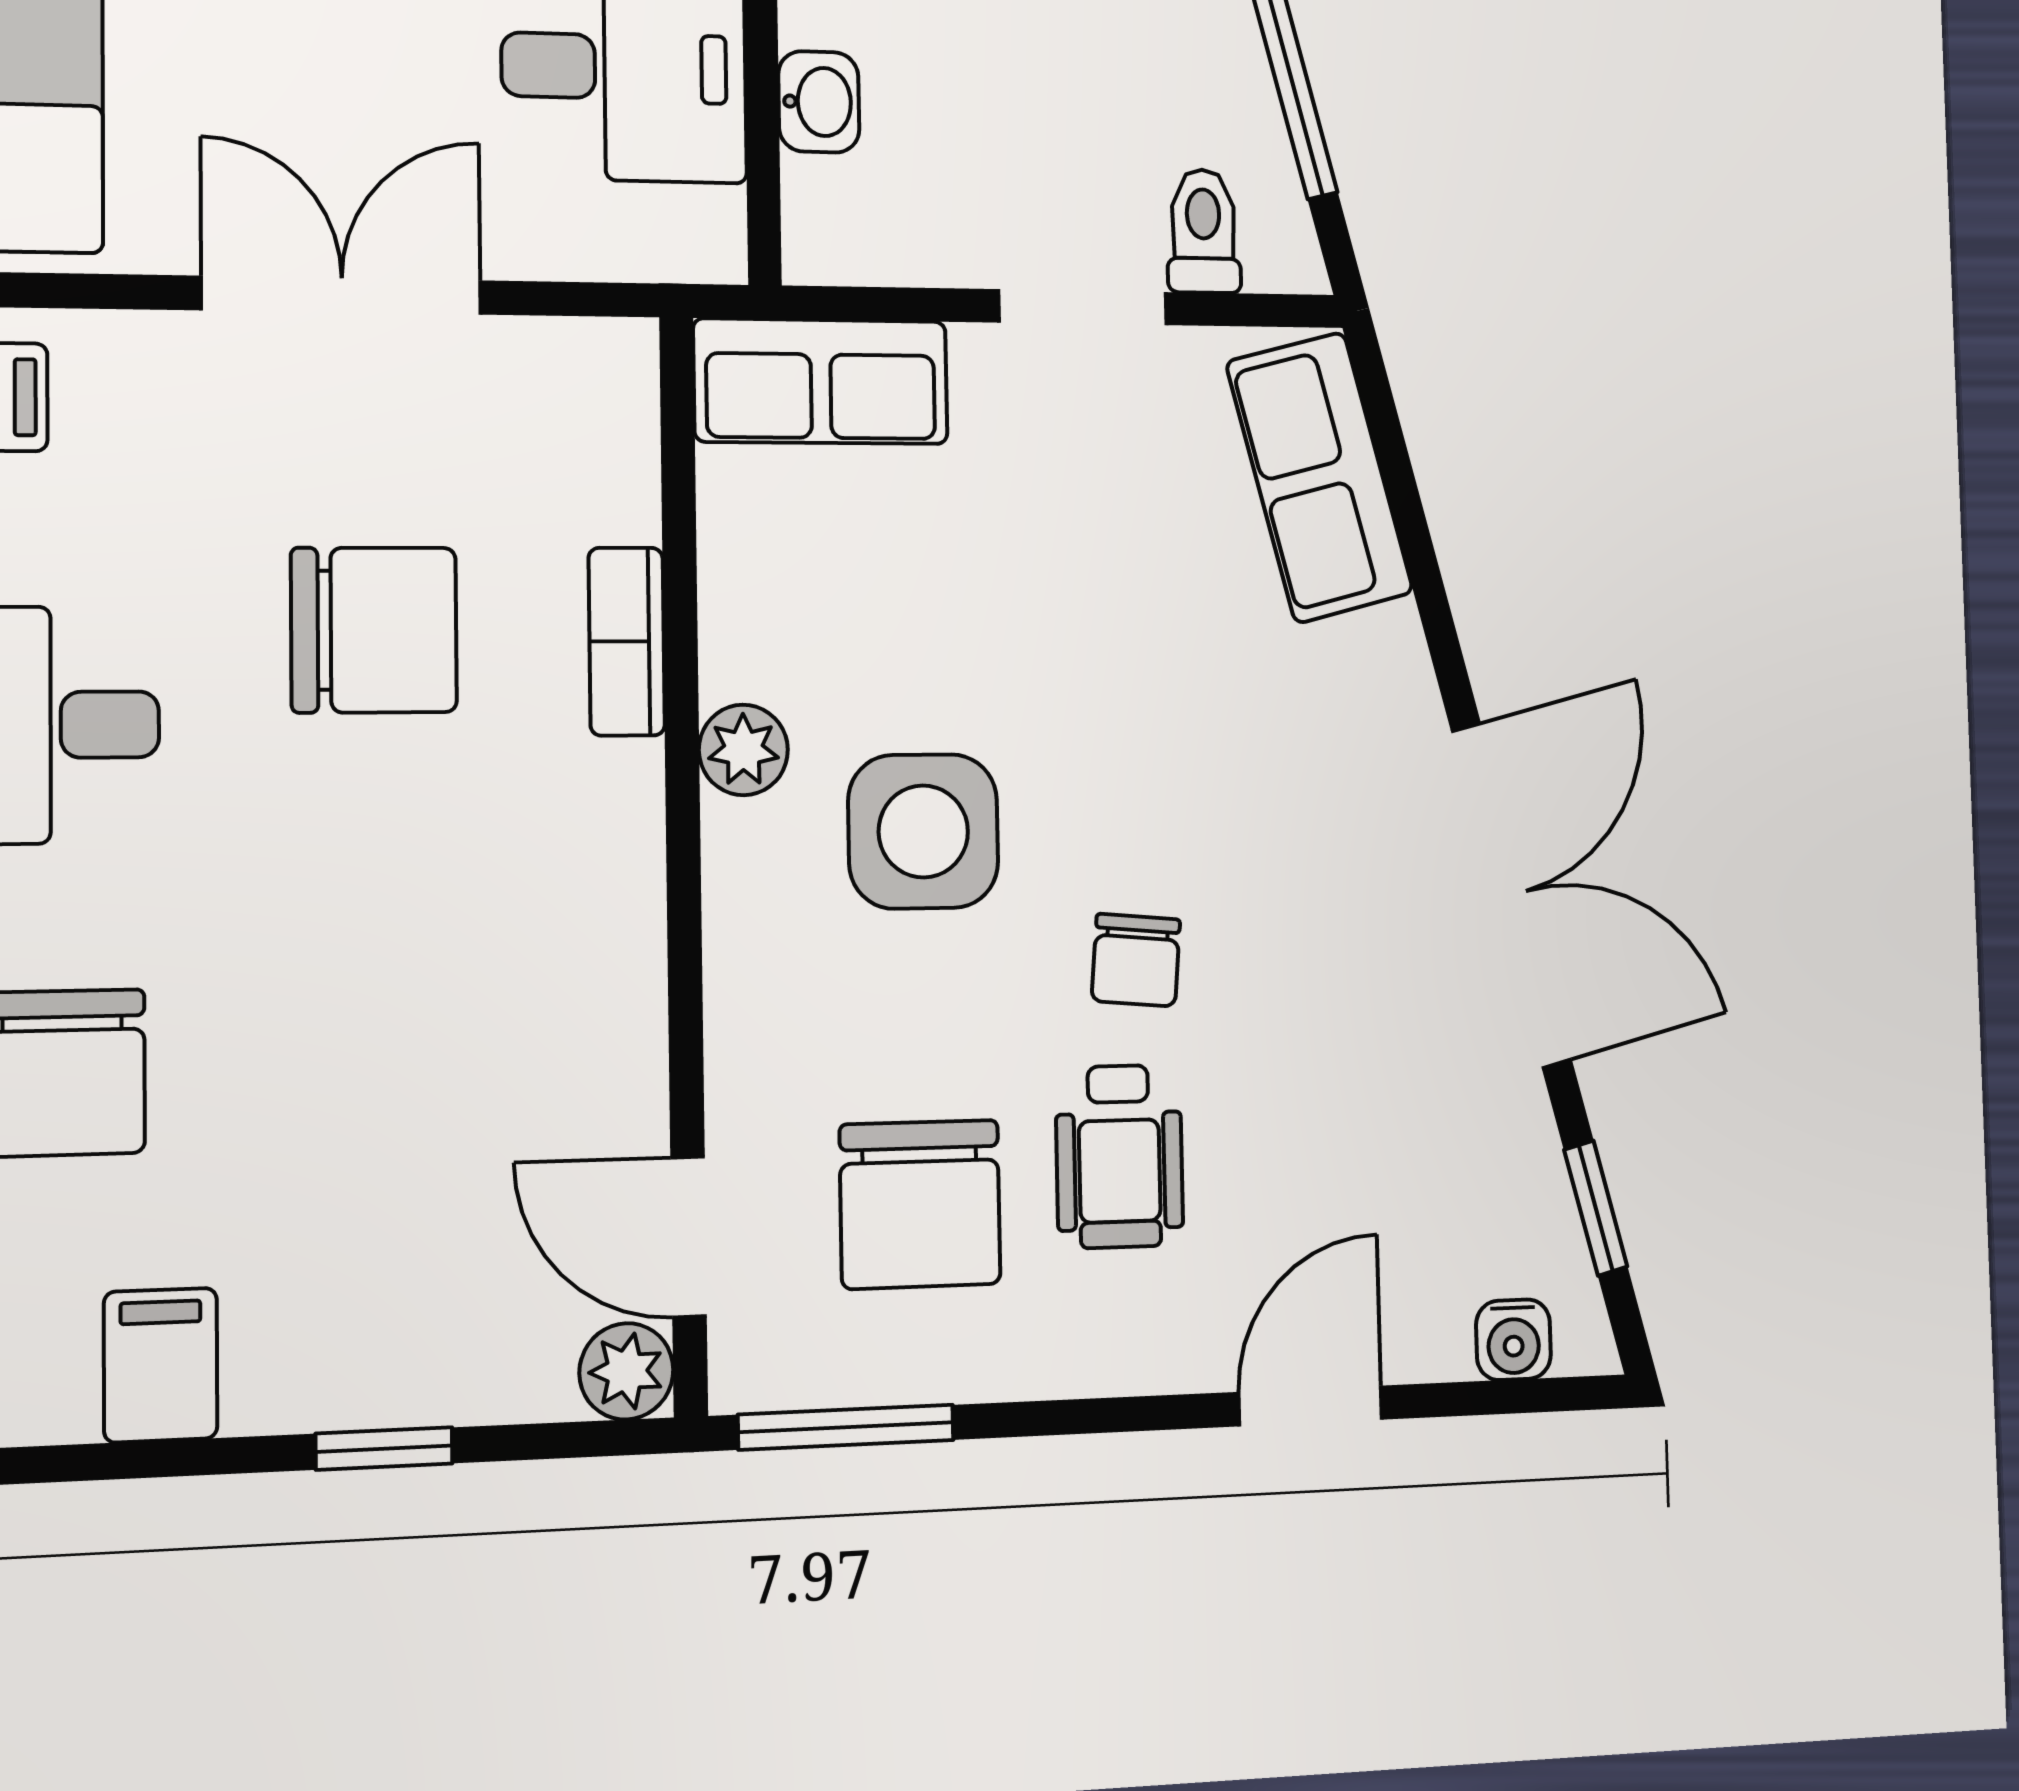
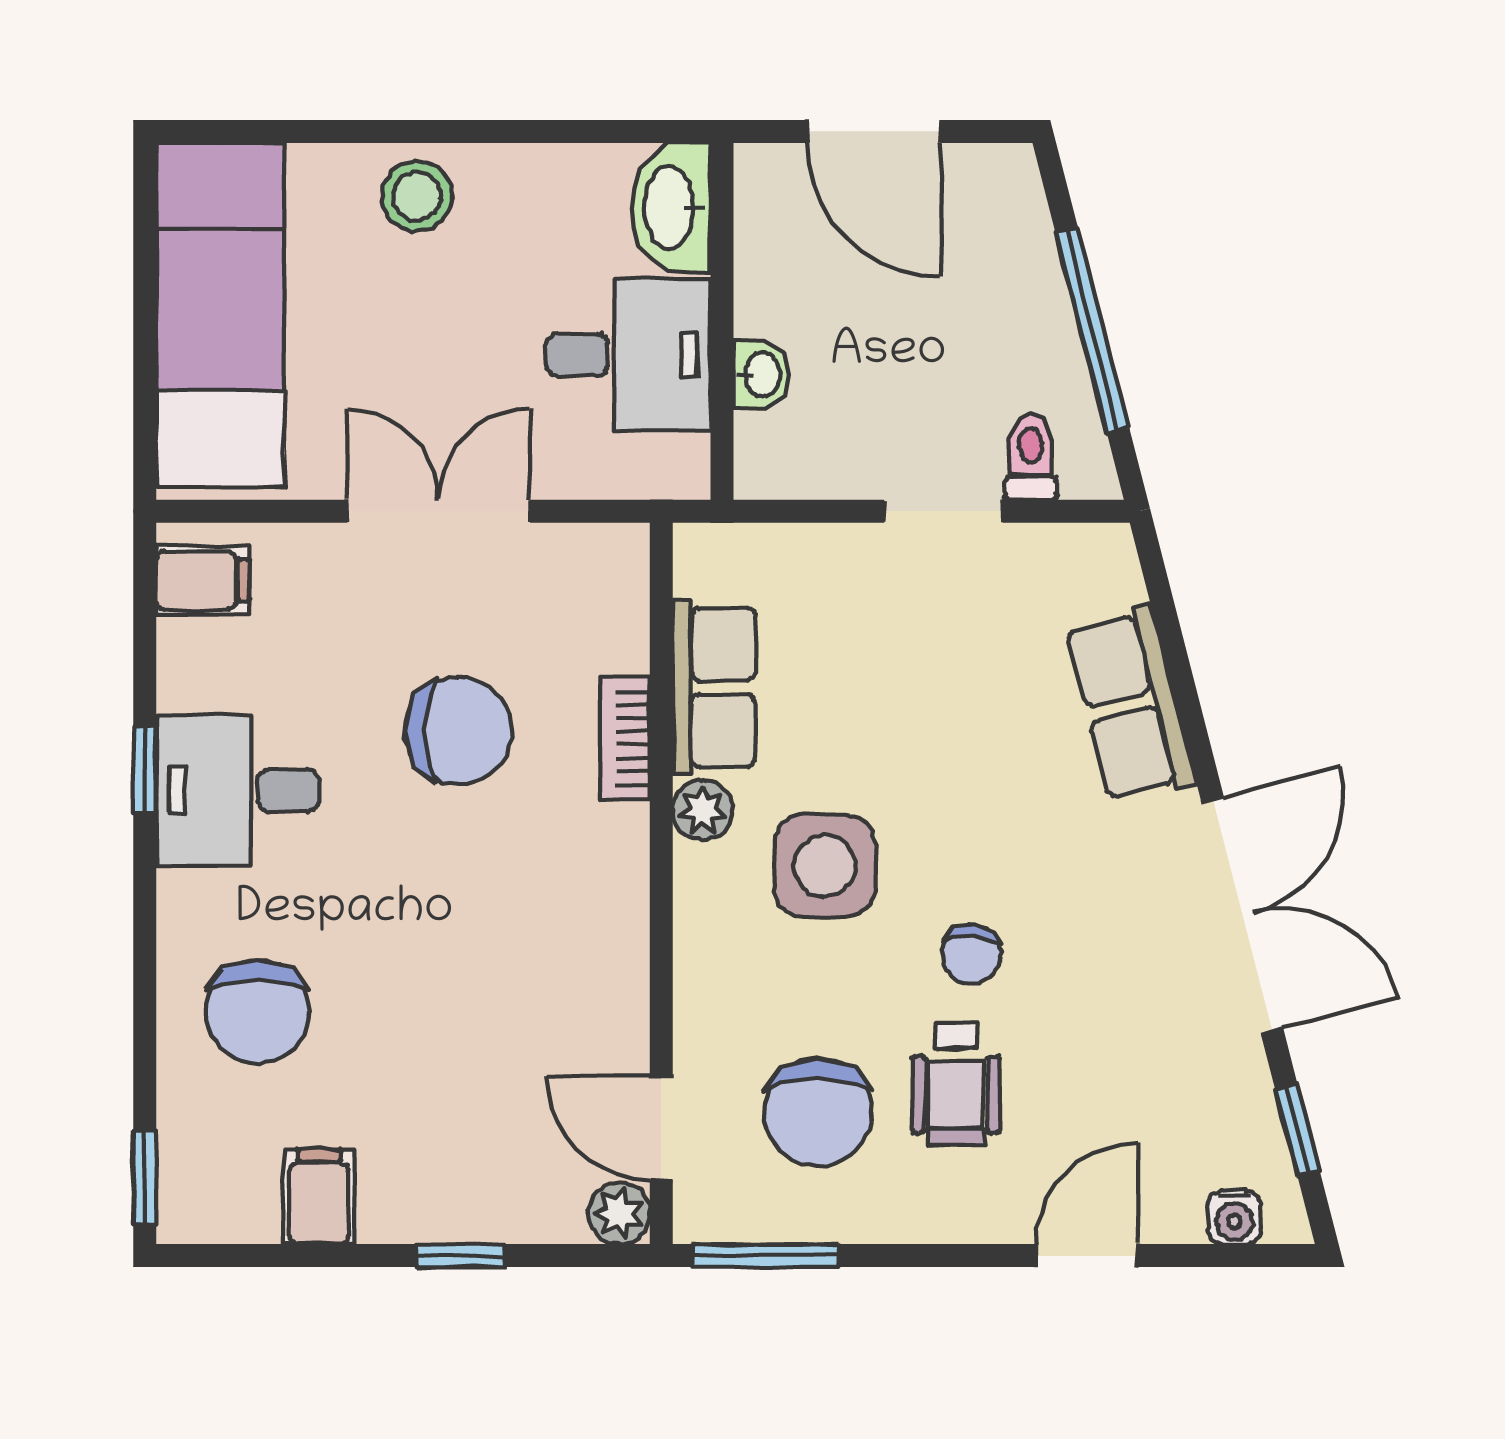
row of seats: (821, 381) -> (714, 687), moved, turned -90
row of seats: (1320, 477) -> (1130, 704), moved

